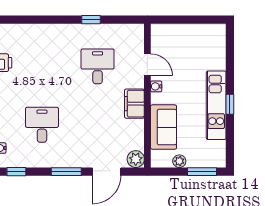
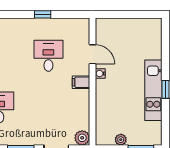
filing cabinet: (134, 104) -> (81, 82), width x0.50
sofa: (164, 127) -> (107, 109), removed

